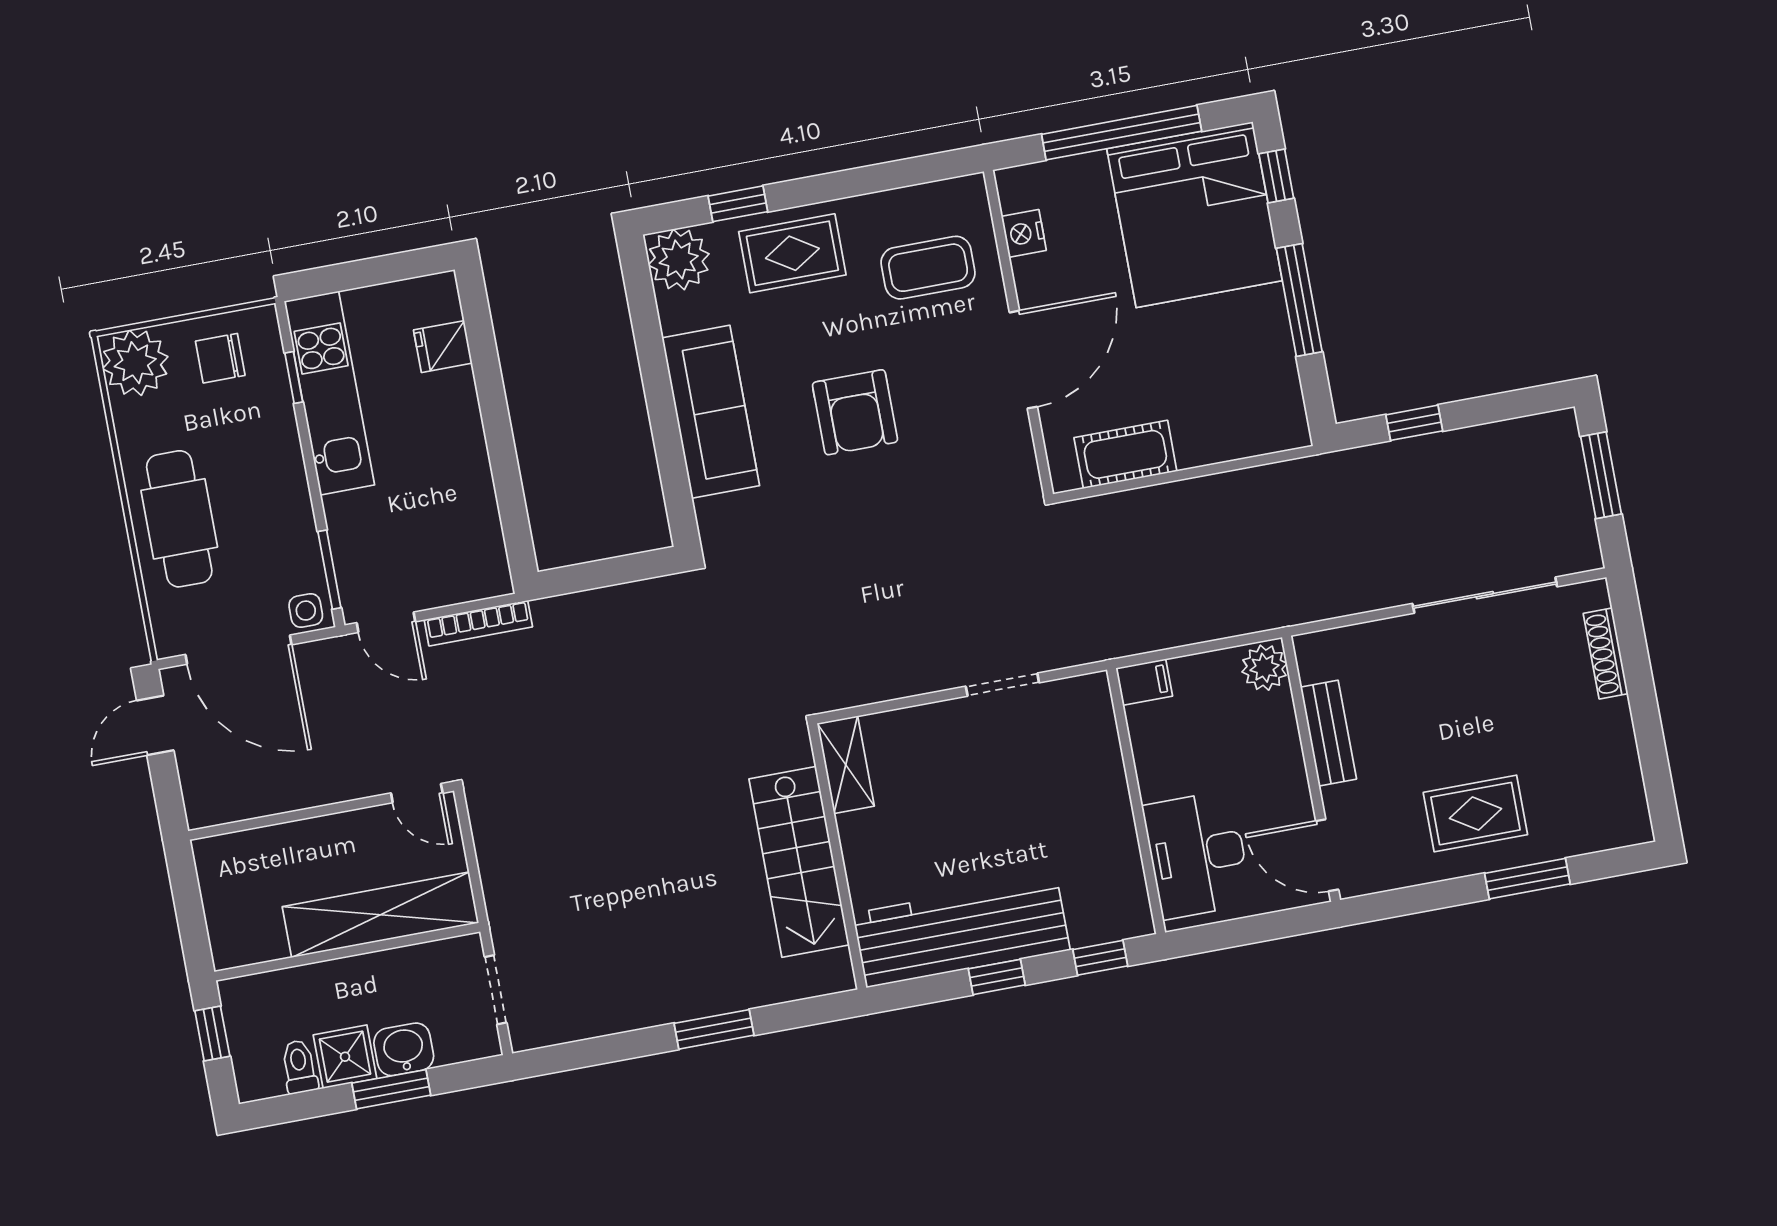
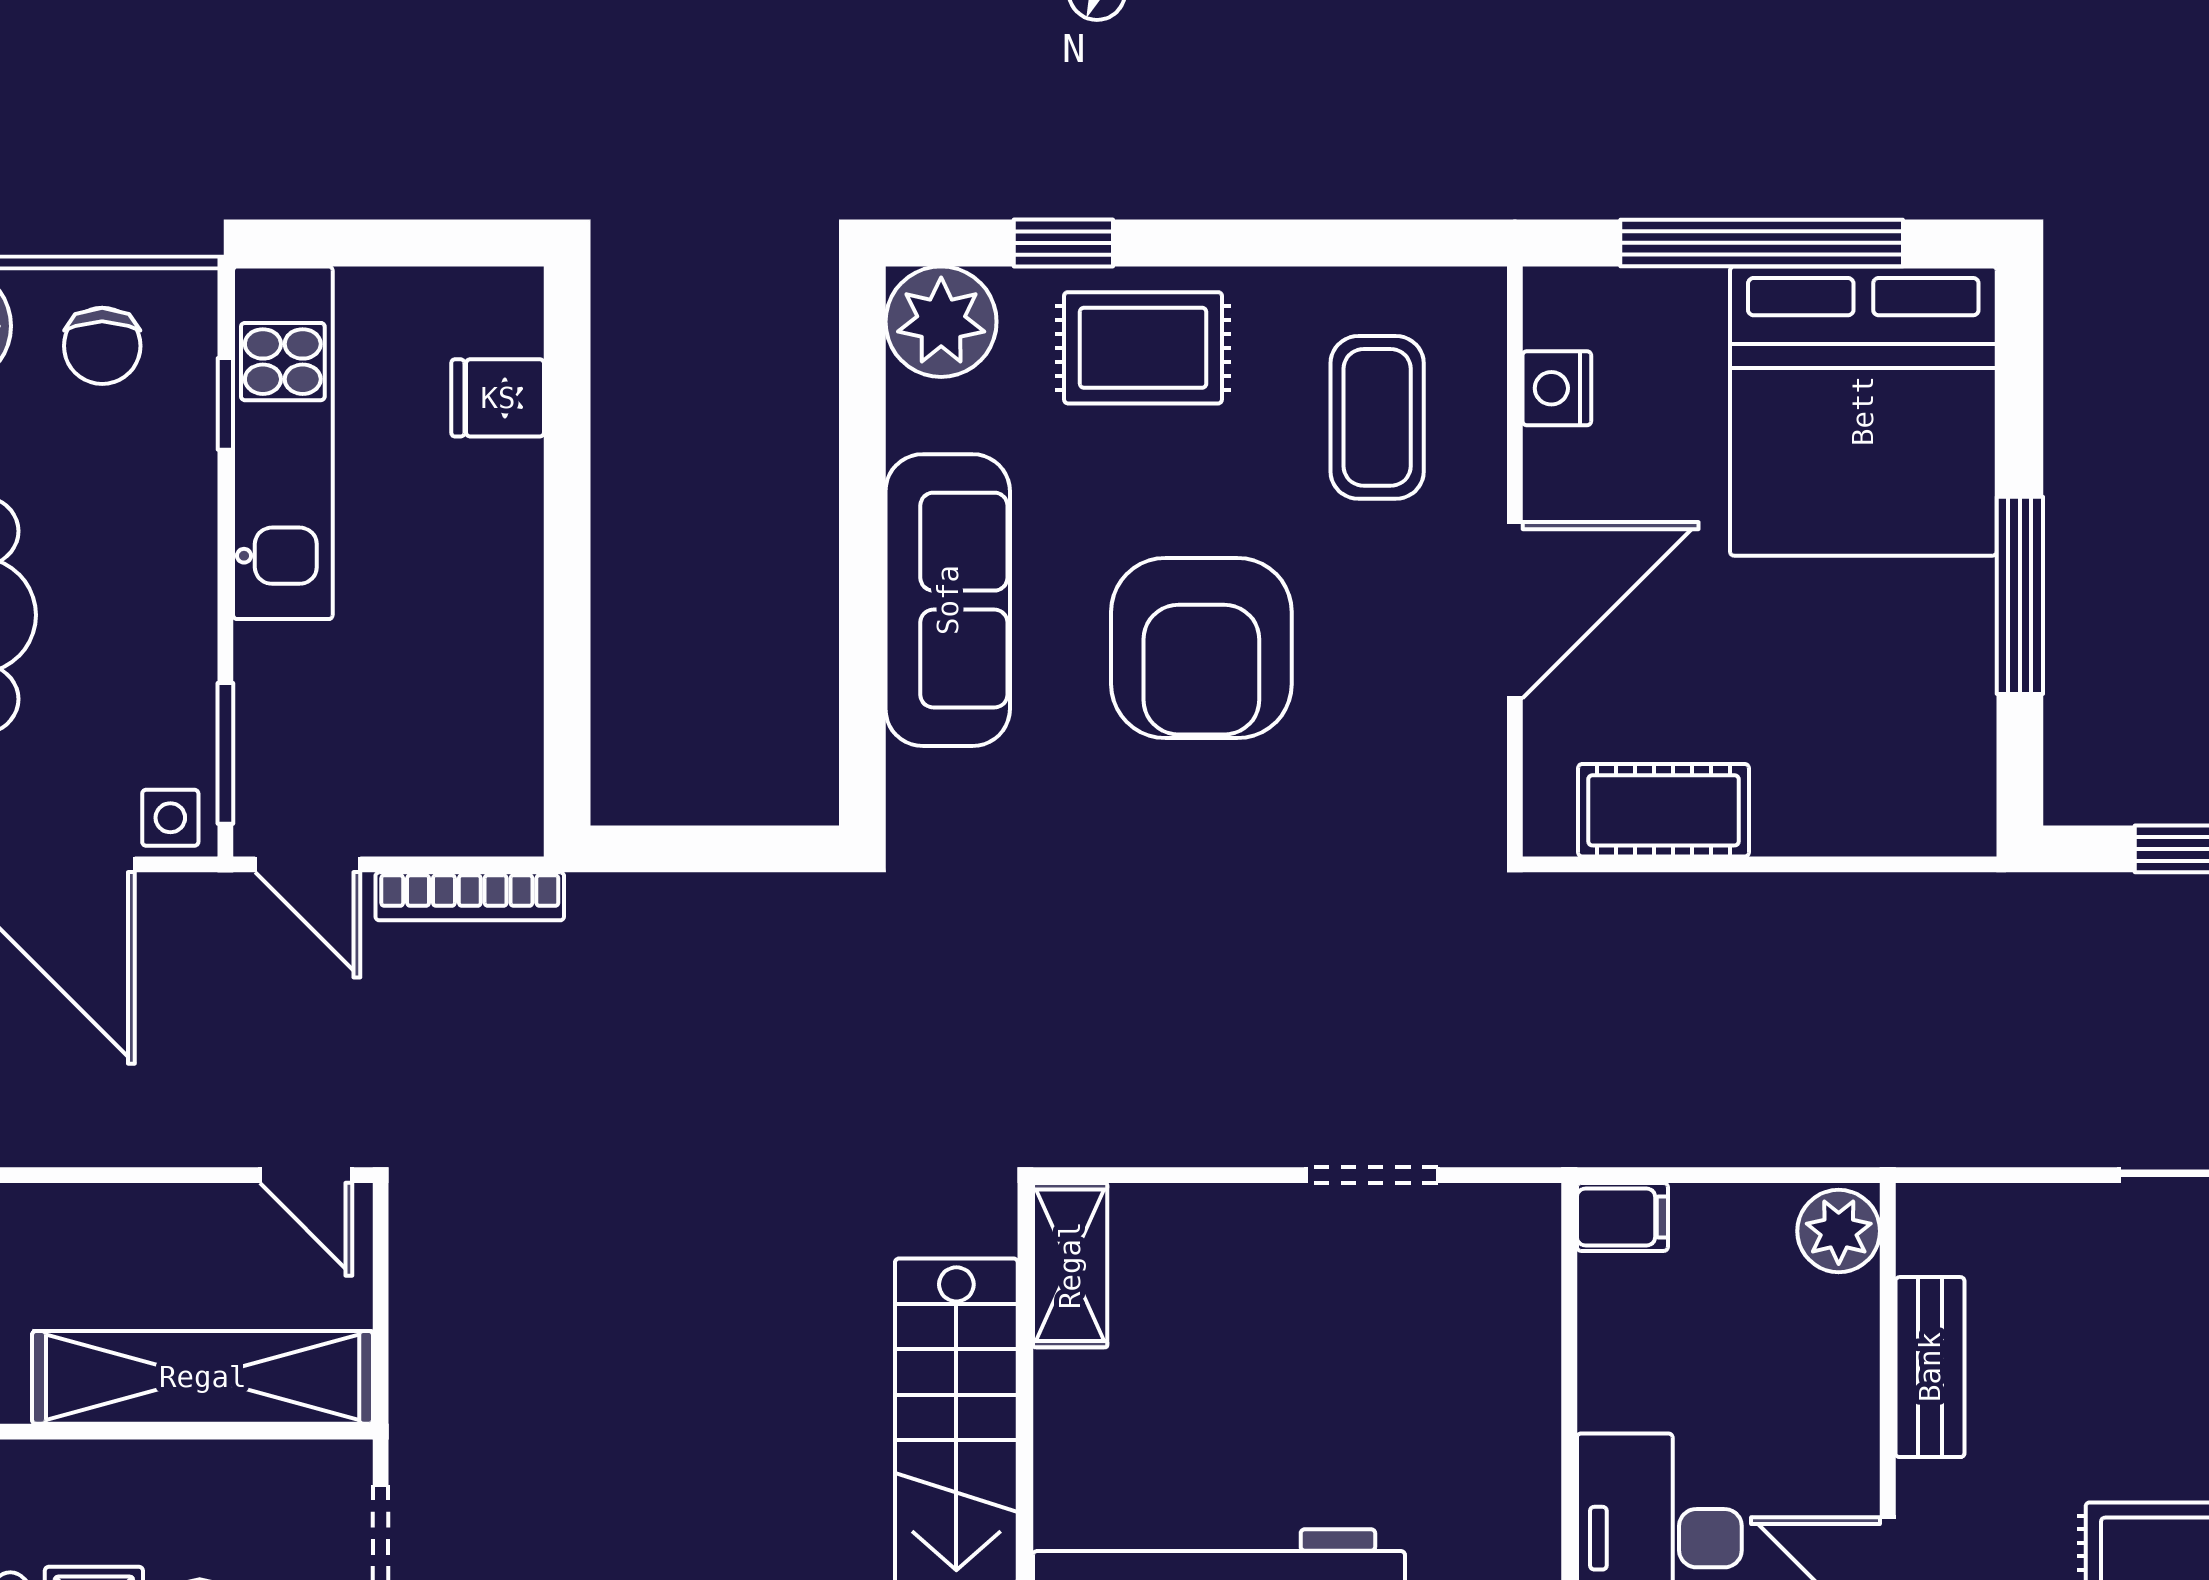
window: (1276, 176) -> (2020, 370), removed
coffee table: (928, 268) -> (1377, 417), turned 90
chair: (220, 358) -> (102, 346), turned -90
armchair: (855, 412) -> (1201, 648), width x1.36, depth x1.36

